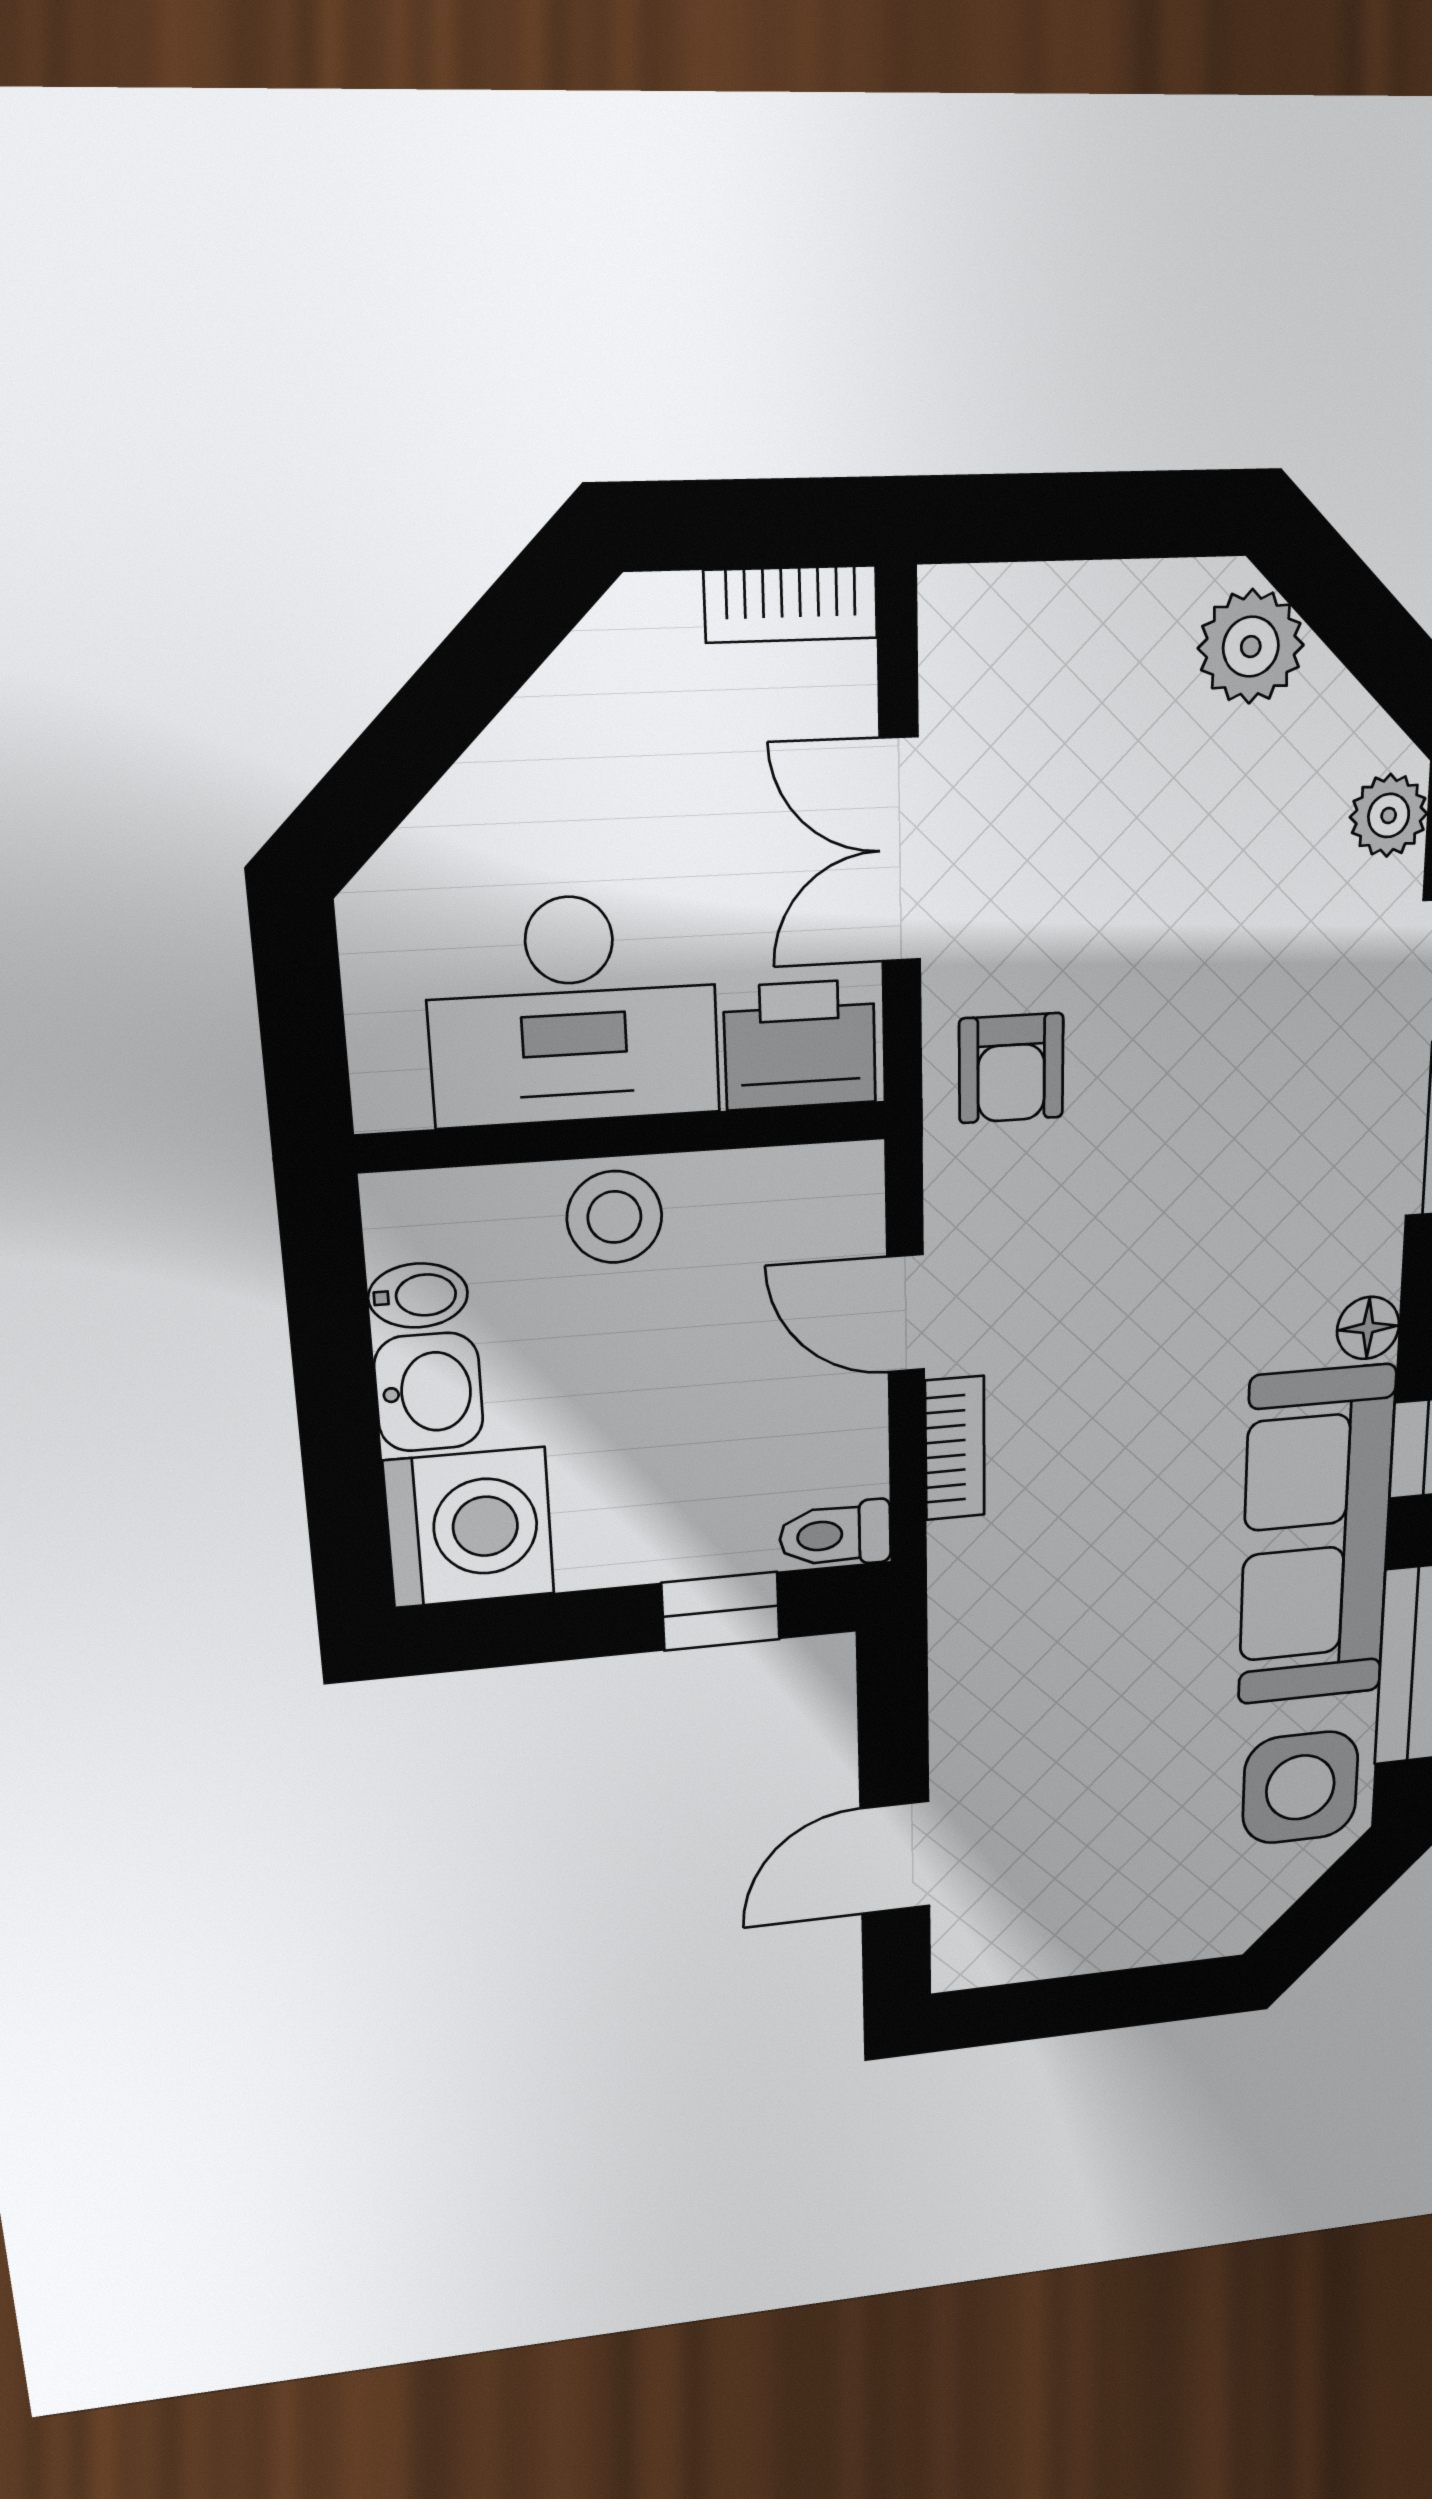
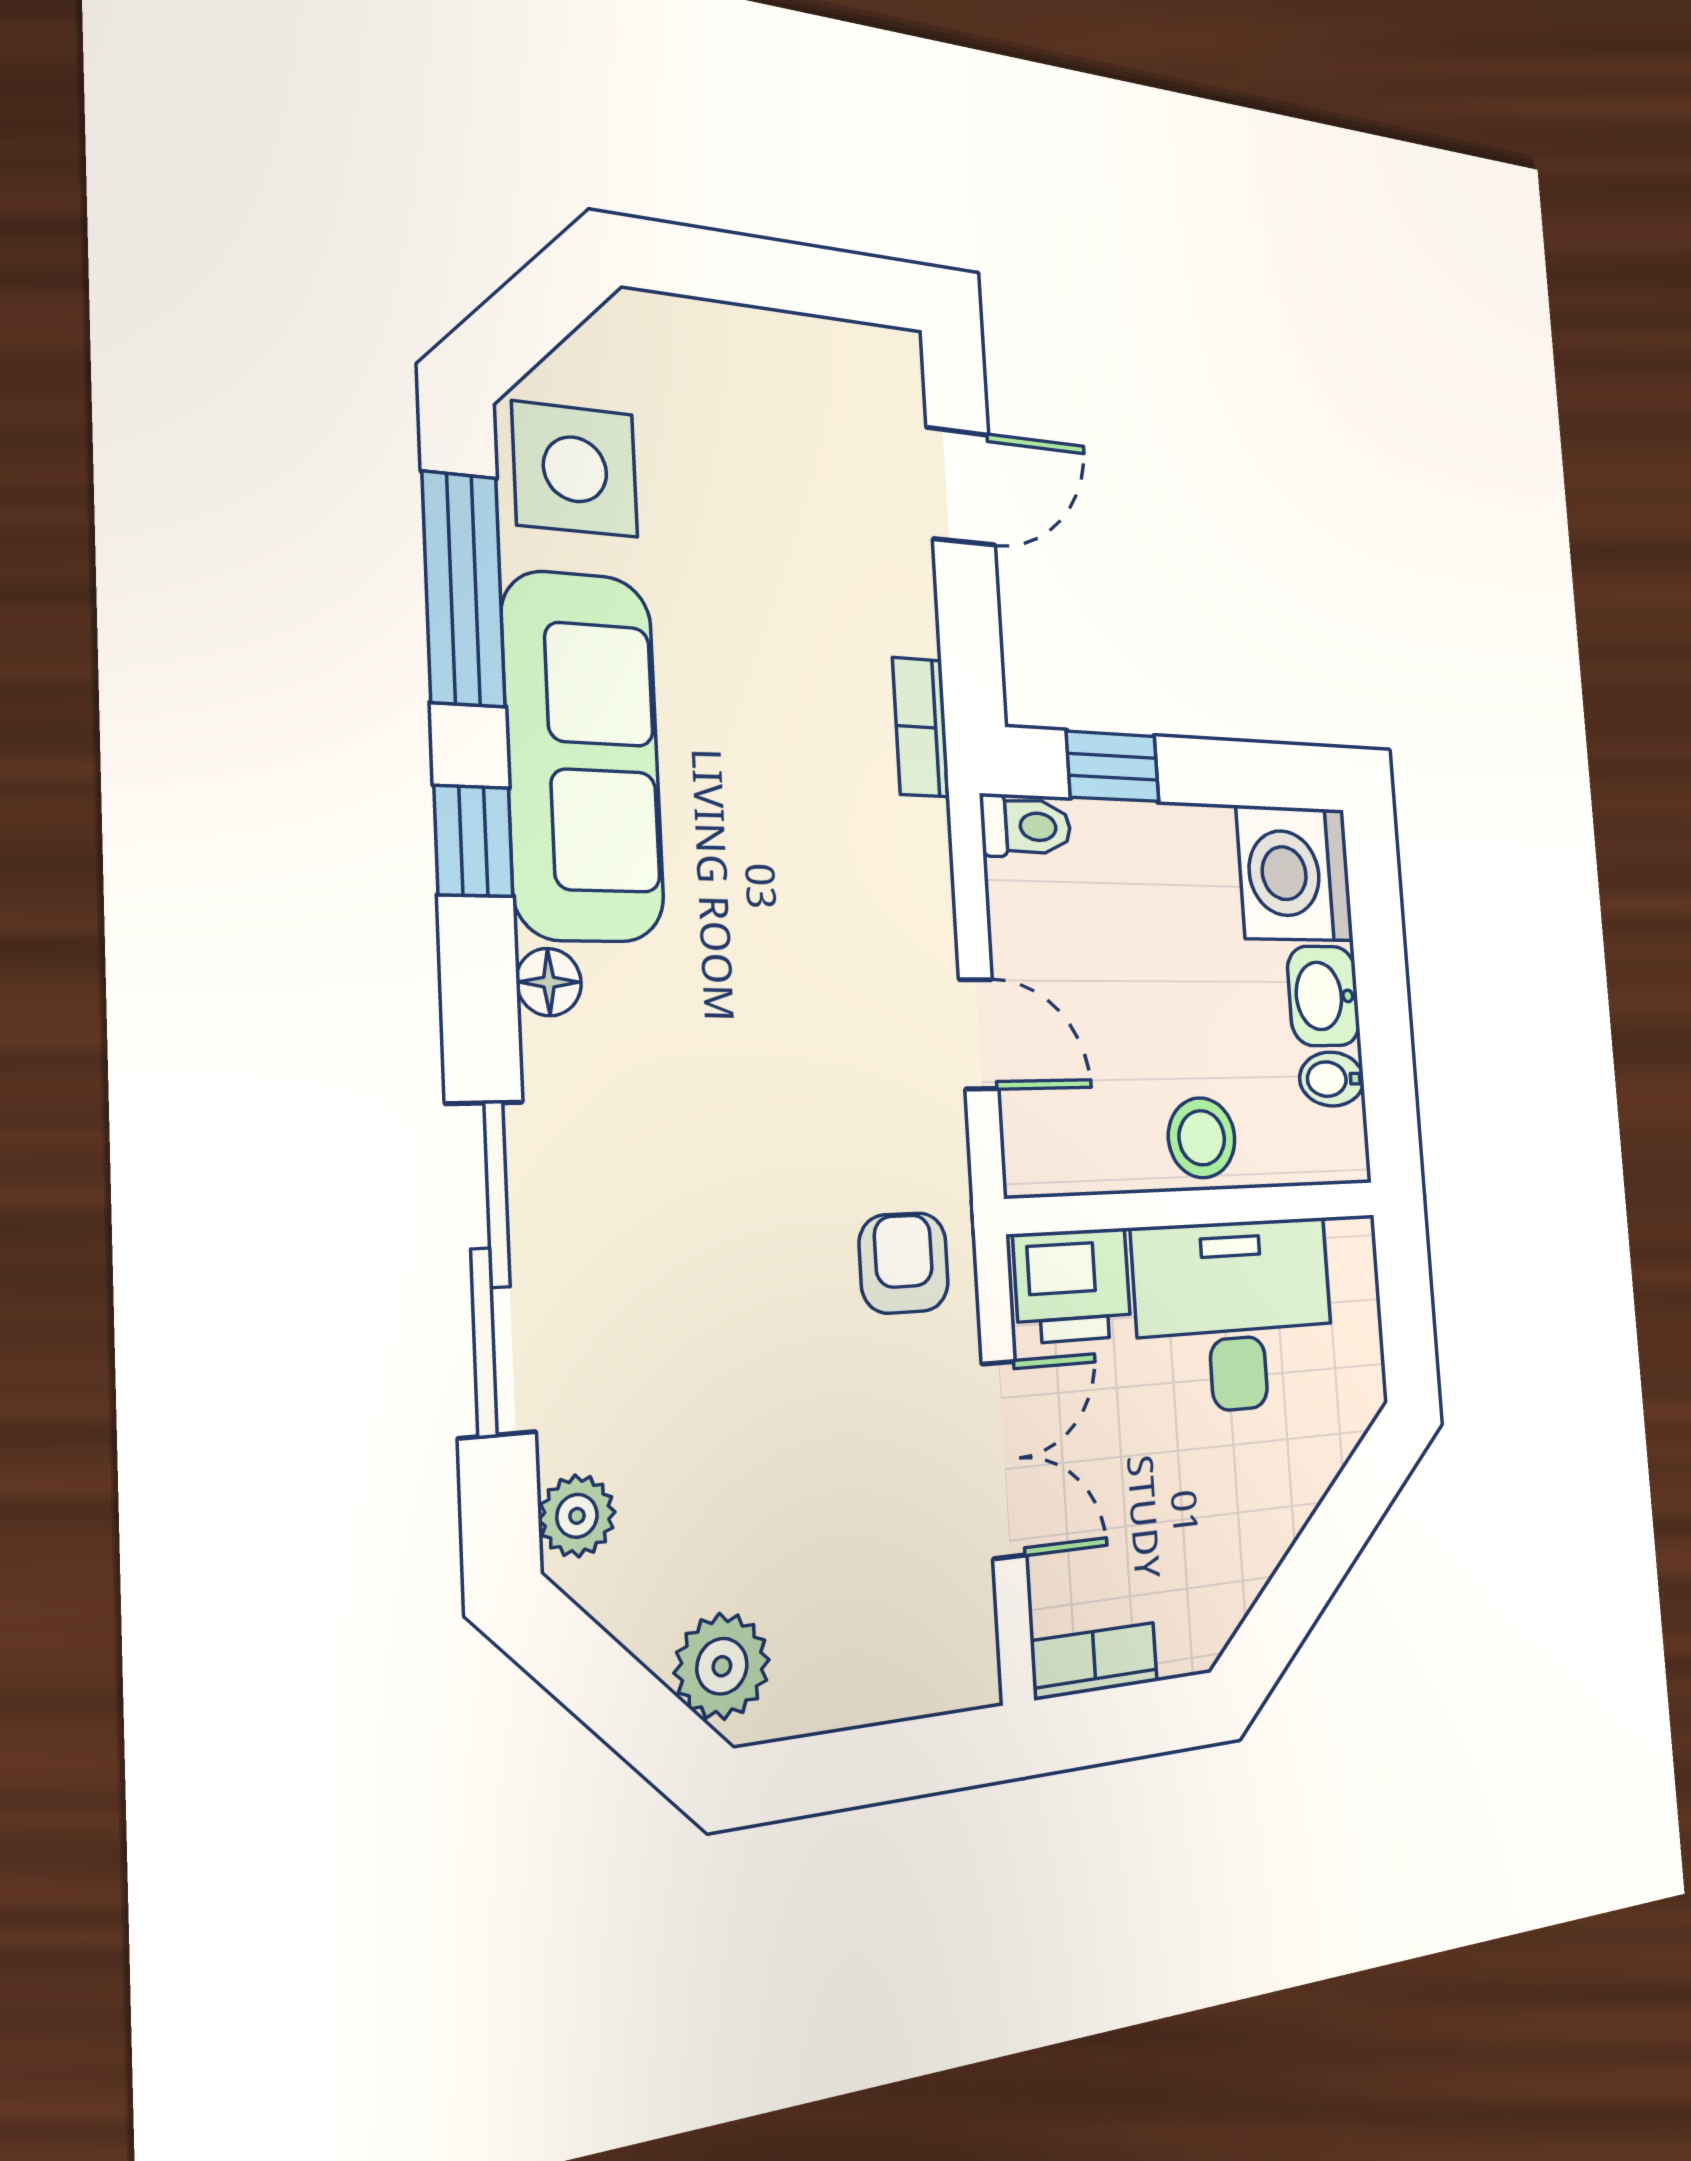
bookcase: (955, 1448) -> (921, 727), moved

